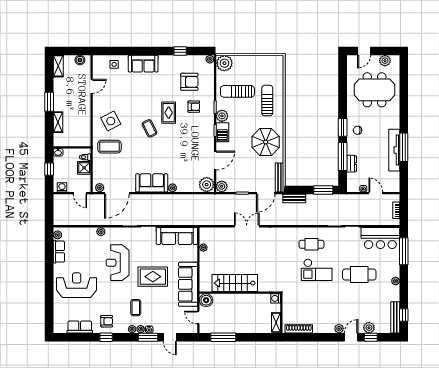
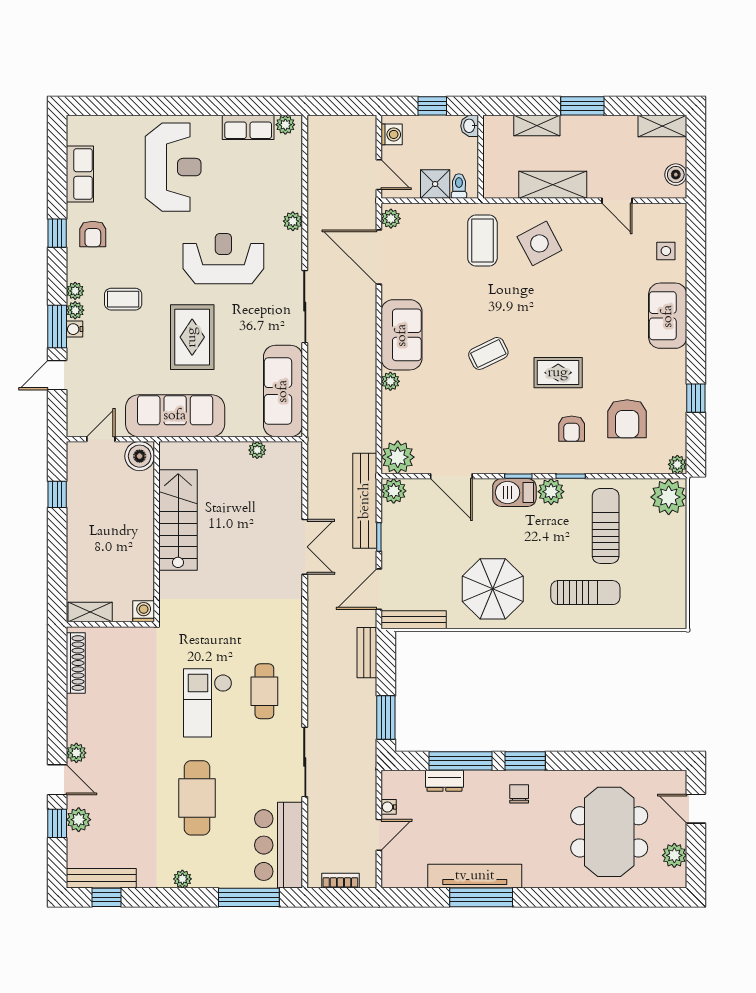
shelving: (85, 115) -> (553, 185), added
coffee table: (149, 128) -> (488, 353), moved
door: (80, 193) -> (379, 175), swing flipped
door: (266, 193) -> (379, 589), hinge flipped
bench: (226, 199) -> (365, 501), added
window: (223, 337) -> (57, 494), width x0.46

